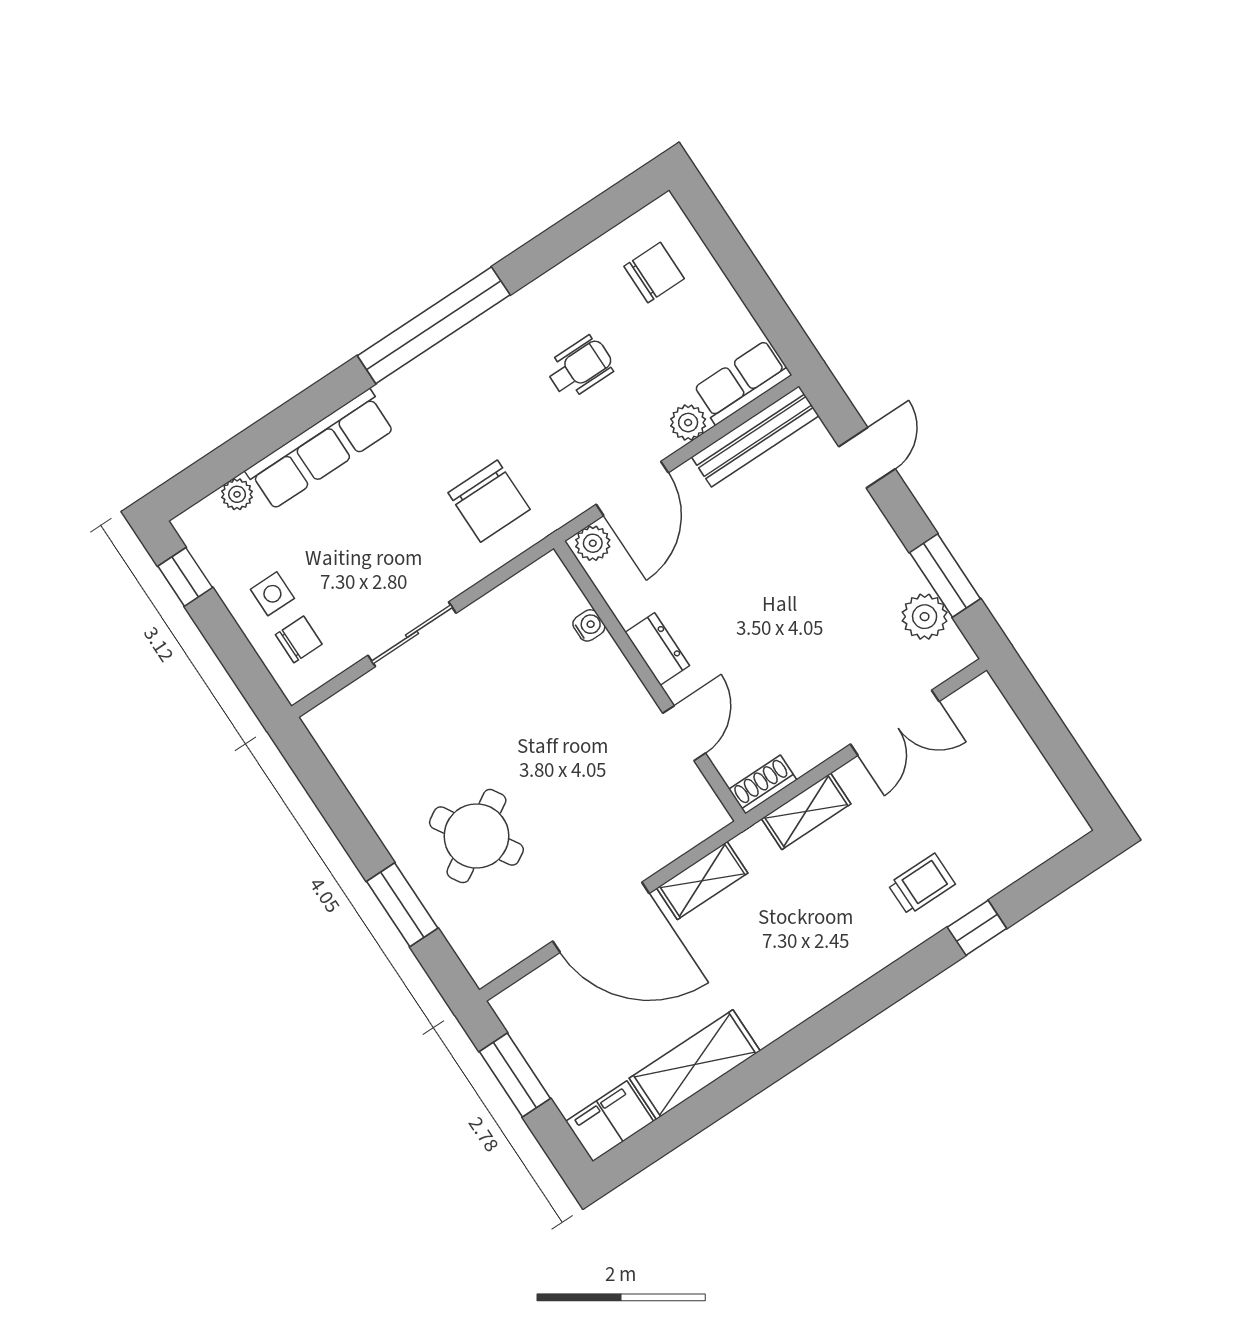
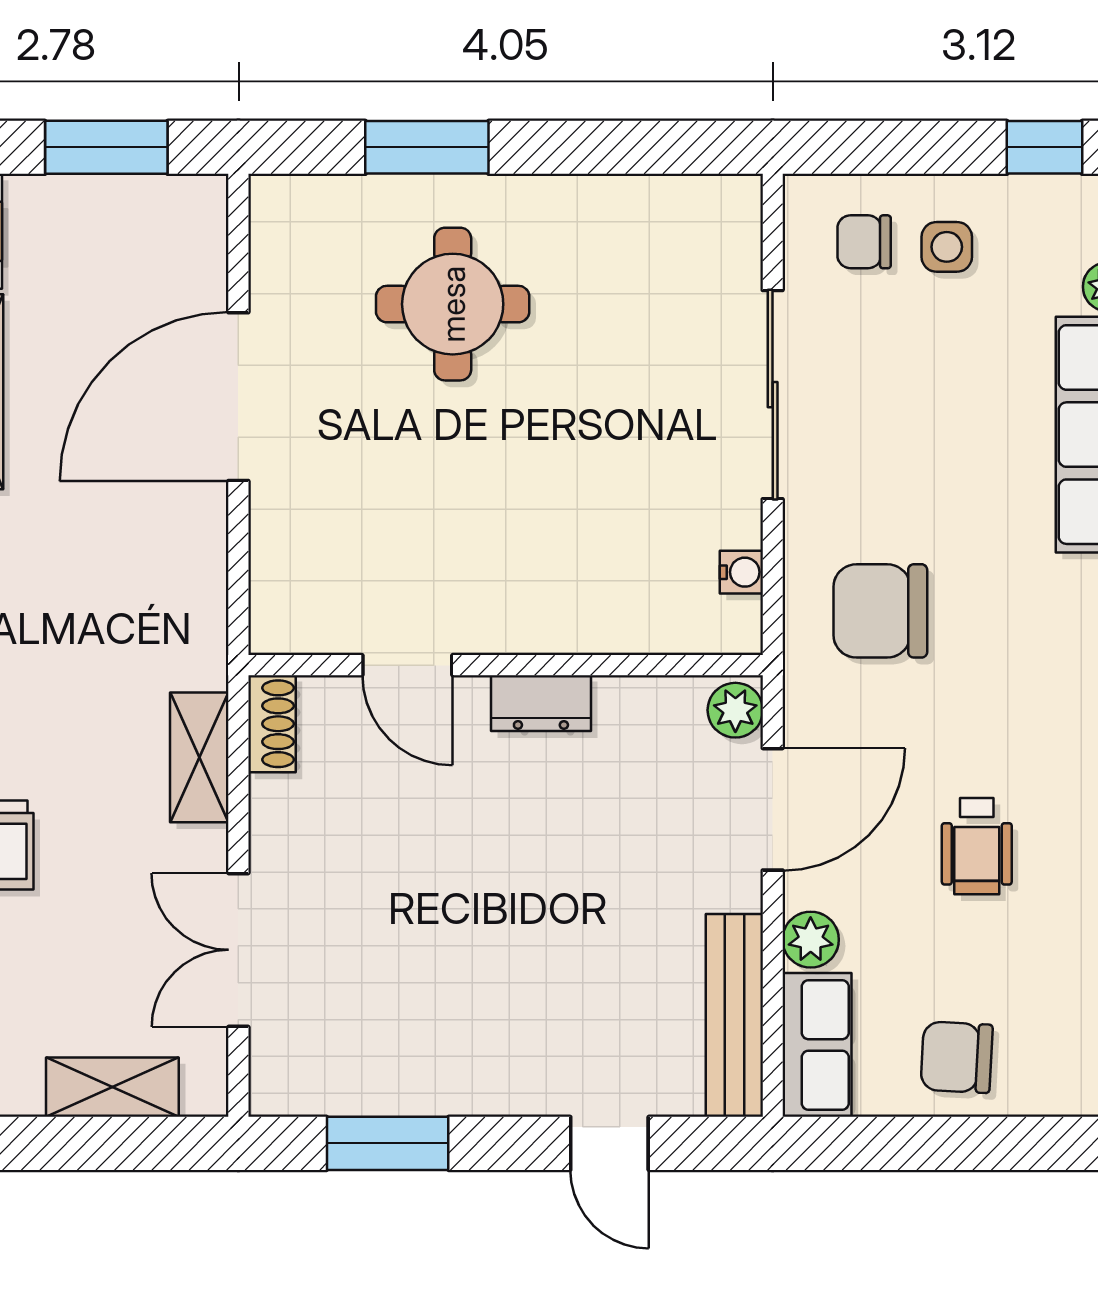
chair: (654, 273) -> (957, 1057), moved, turned 93
door: (632, 488) -> (773, 809), swing flipped
plant: (925, 617) -> (352, 1081), removed
water cooler: (589, 625) -> (741, 572), moved, turned -90
sliding door: (412, 634) -> (773, 395), width x1.37
chair: (299, 639) -> (864, 242), turned 90
round table: (476, 836) -> (453, 304), turned 31
shelving: (702, 881) -> (112, 1087), moved, turned 90

